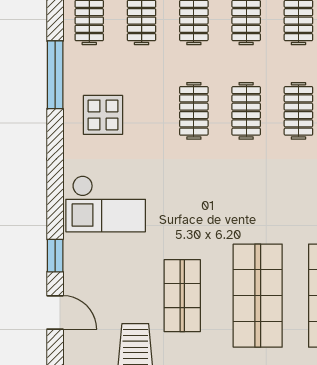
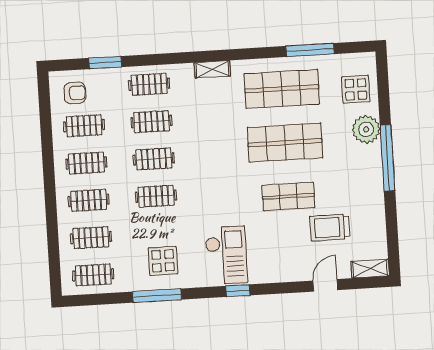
window: (55, 75) -> (157, 296), moved
window: (55, 256) -> (238, 291), moved
door: (55, 312) -> (325, 285), moved

